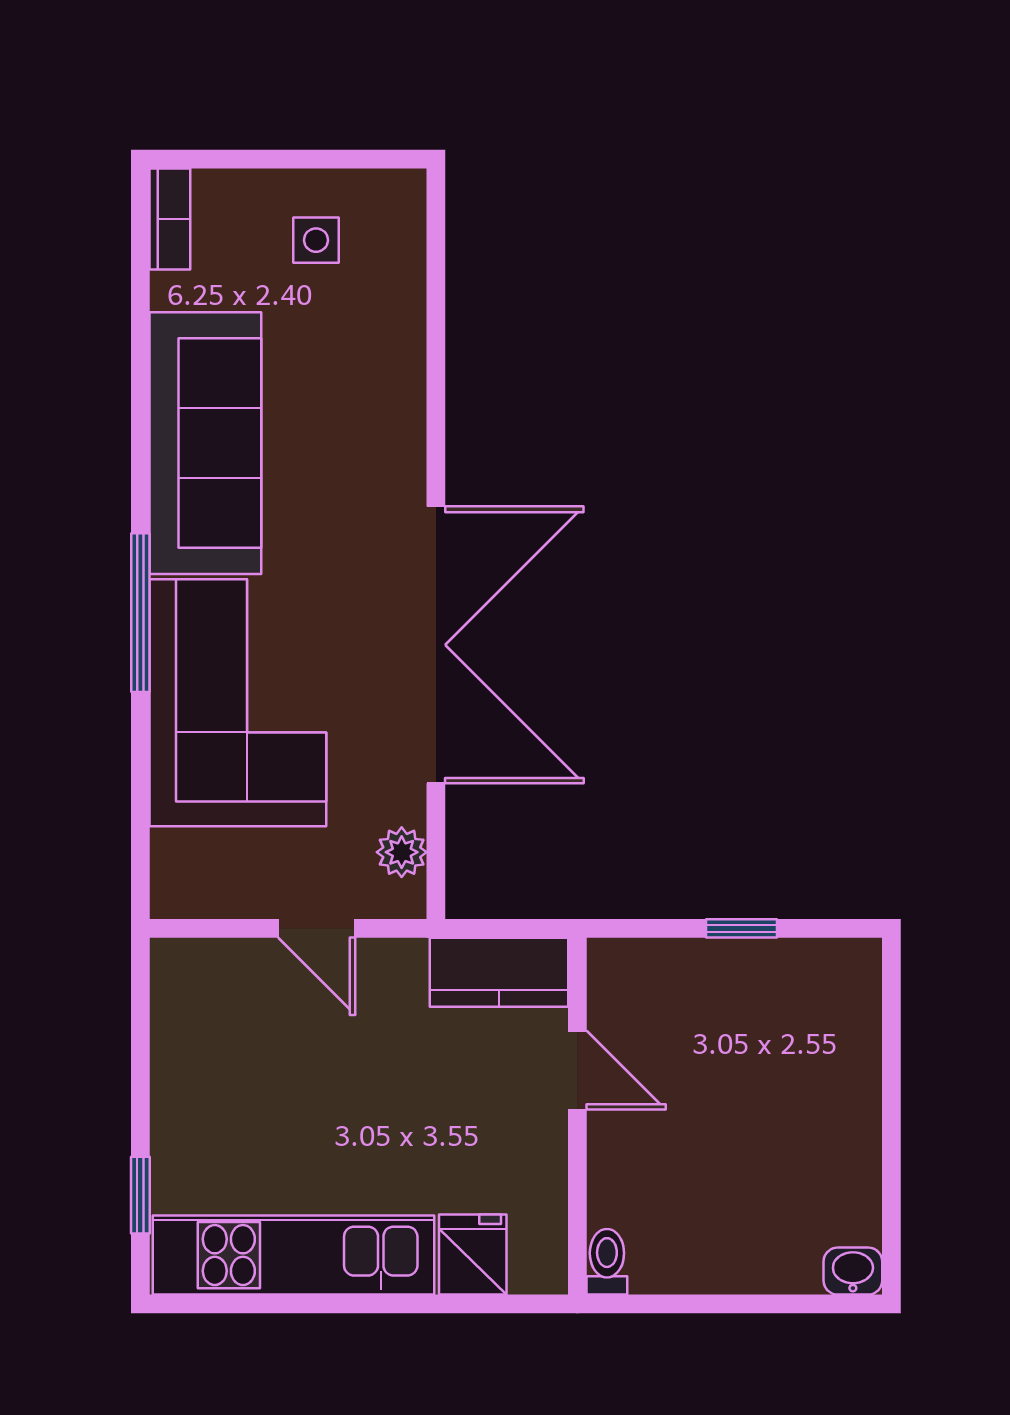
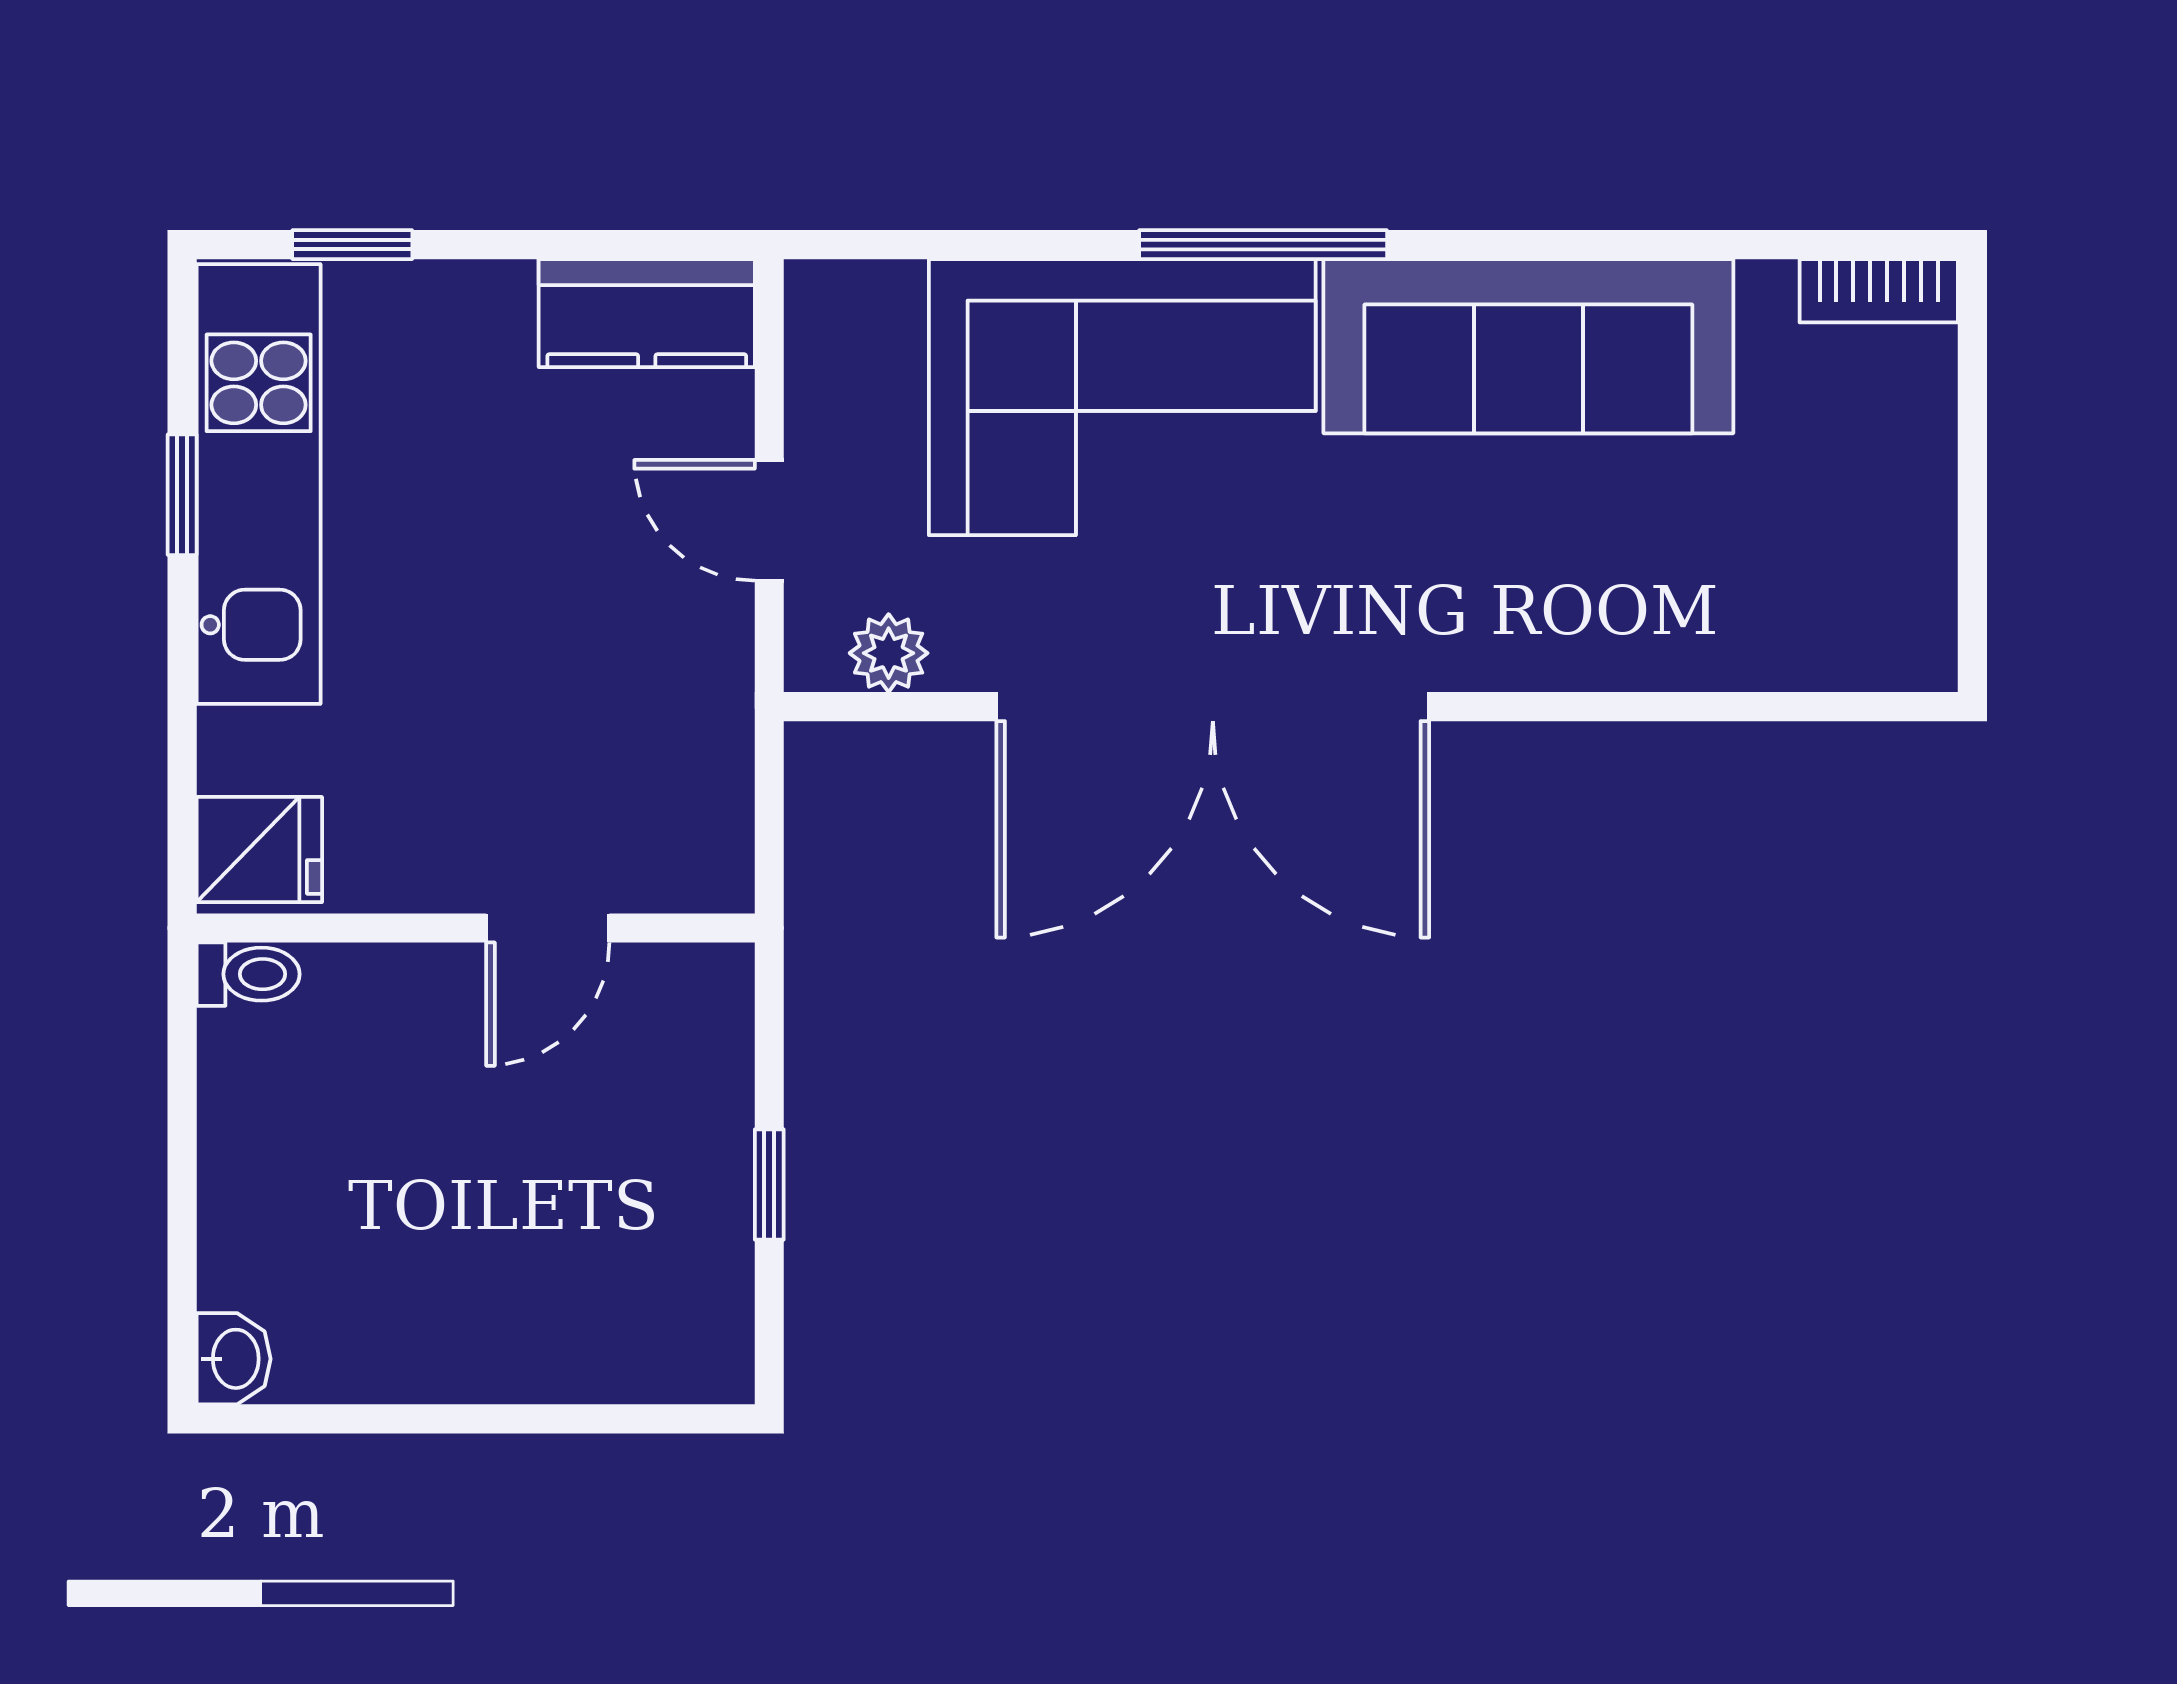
side table: (316, 240) -> (1846, 519), removed
door: (317, 928) -> (769, 520), hinge flipped
kitchen counter: (499, 972) -> (647, 313), moved, turned -90
fridge: (473, 1255) -> (259, 850), moved
window: (300, 1304) -> (182, 495), added

